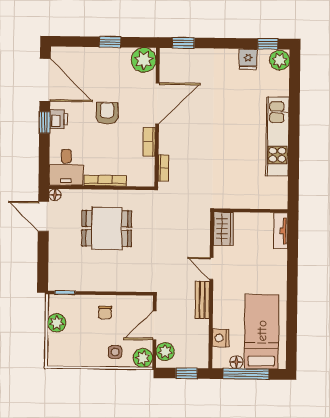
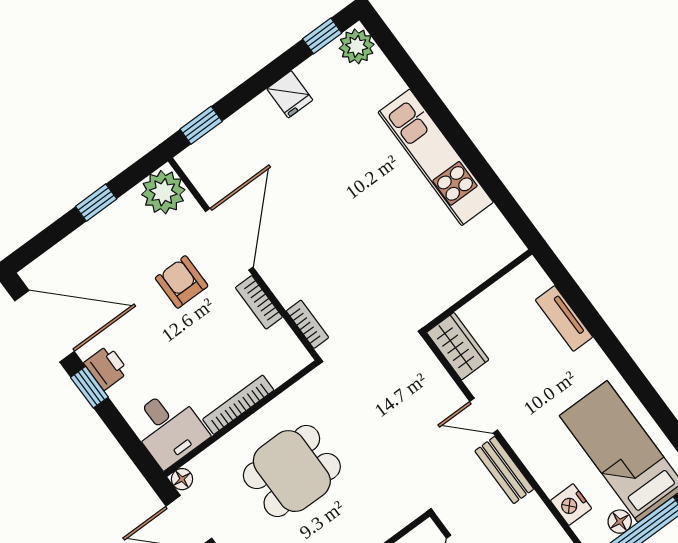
fridge: (248, 59) -> (290, 94), moved
armchair: (107, 113) -> (182, 282), moved
tv unit: (281, 231) -> (564, 318), moved

